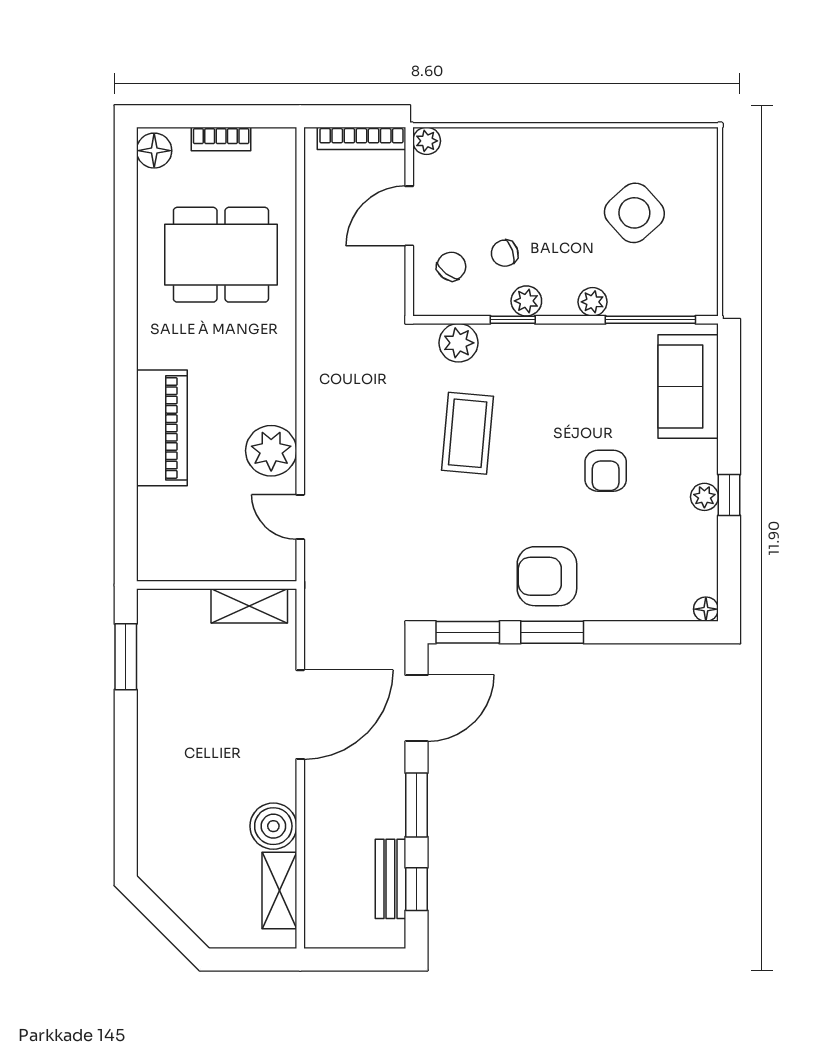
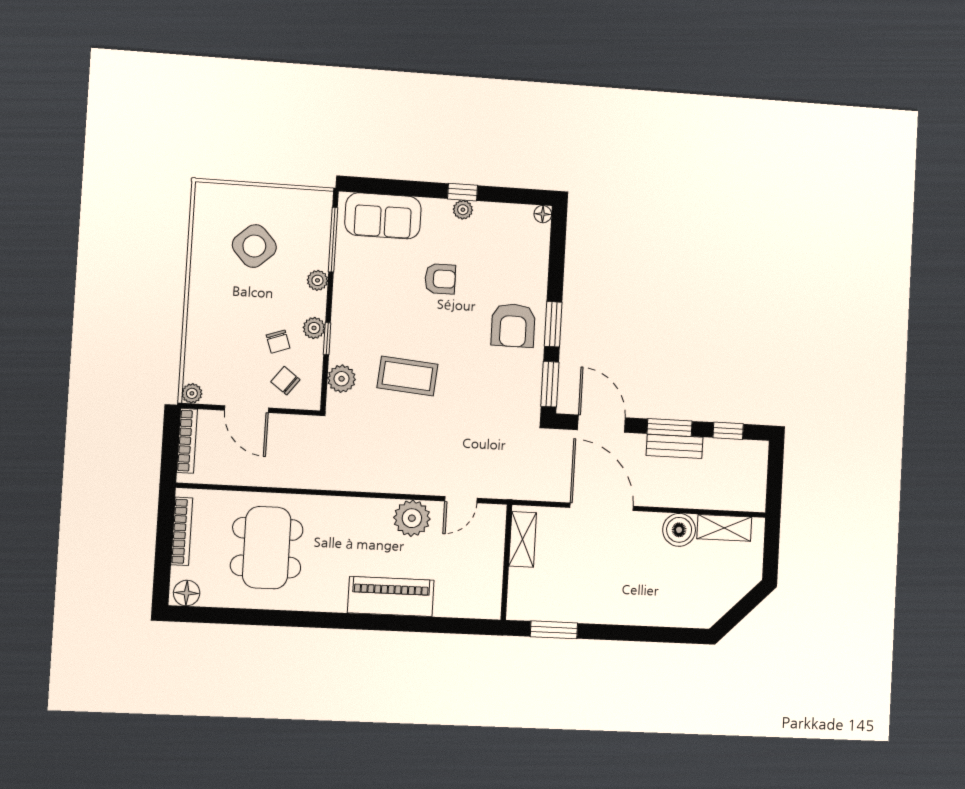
bookcase: (221, 139) -> (182, 531), width x1.56
bench: (390, 879) -> (675, 446), moved

